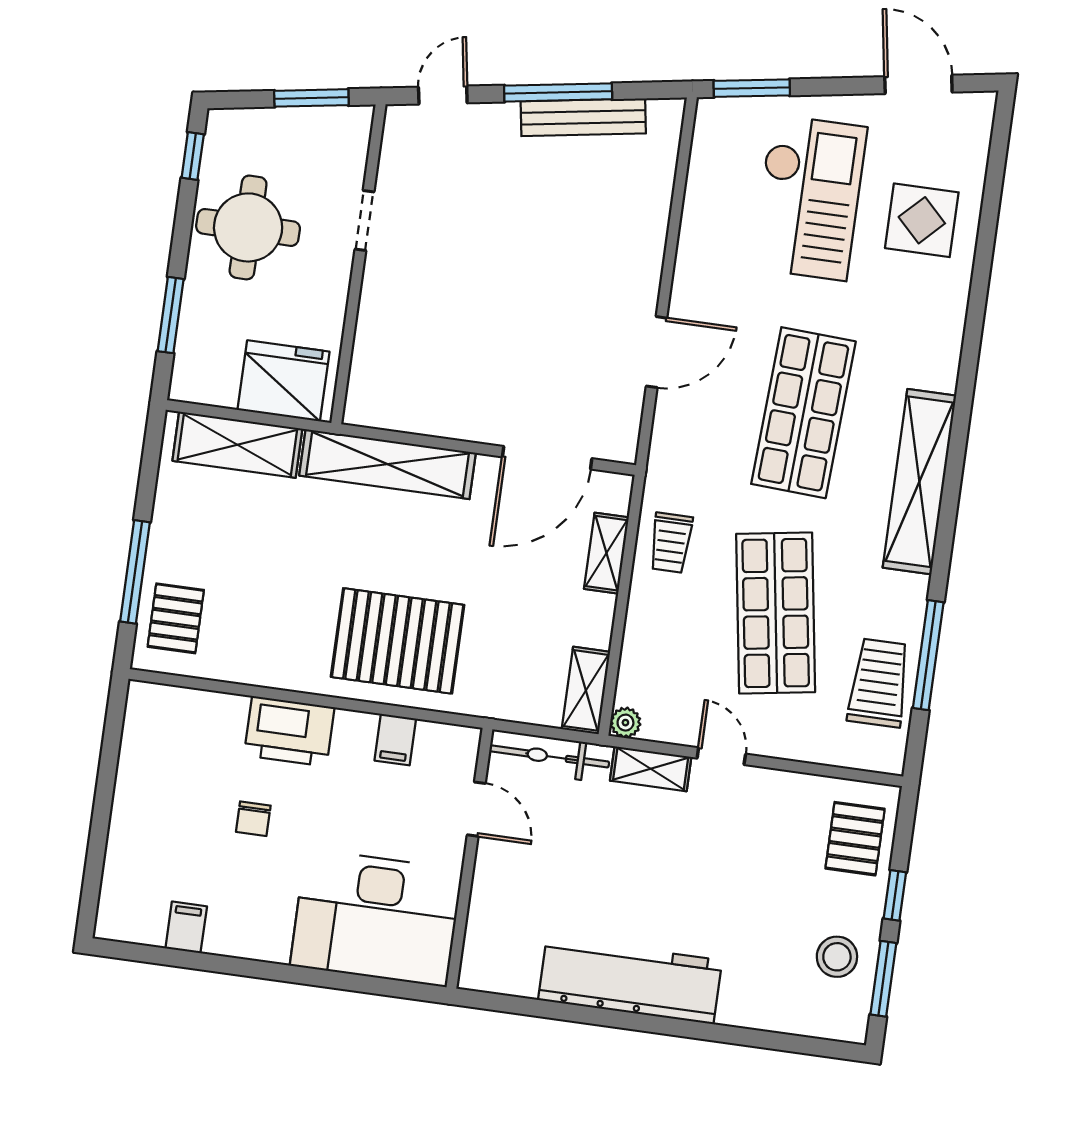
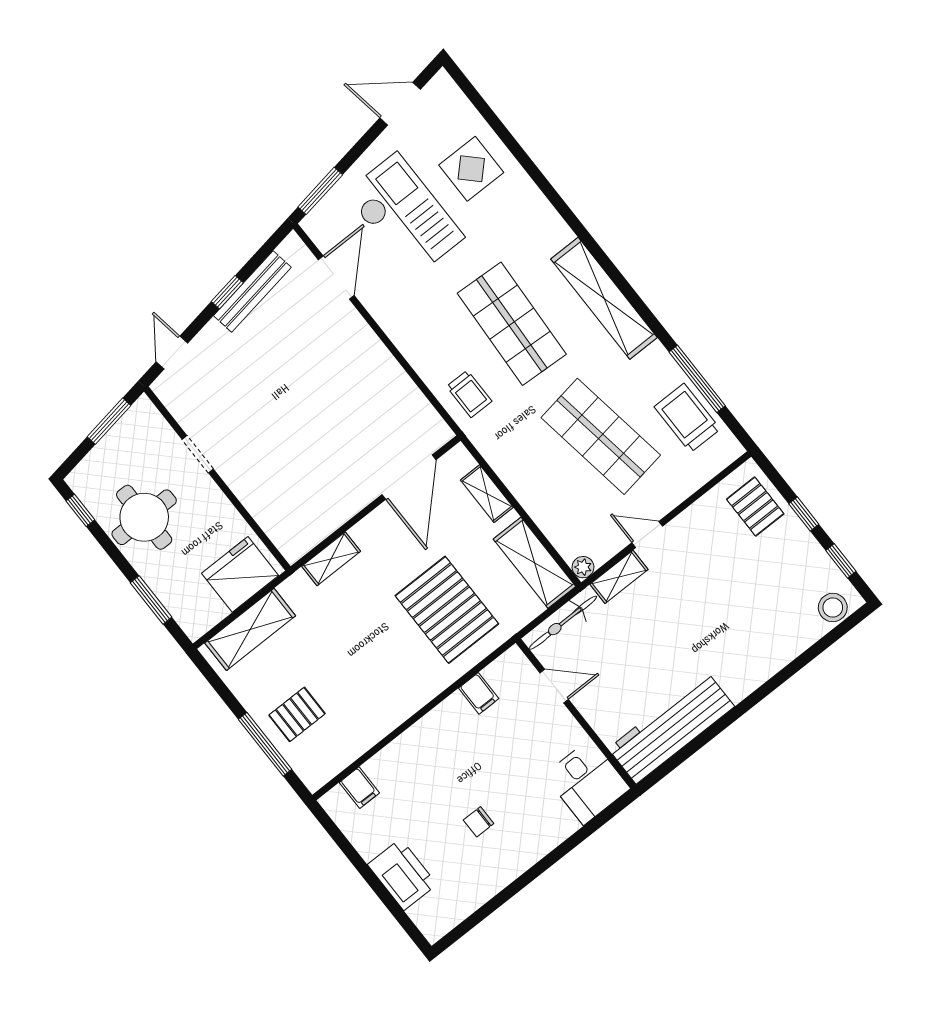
window: (558, 92) -> (227, 292), width x0.46
door: (657, 352) -> (336, 278), moved
shelving: (387, 464) -> (331, 559), width x0.45, depth x0.75
trolley: (671, 543) -> (469, 394), moved
pallet: (176, 618) -> (297, 714), moved, turned 90
pallet: (398, 641) -> (447, 610), moved, turned 90
shelving: (586, 690) -> (535, 563), width x1.50, depth x1.33
printer: (289, 731) -> (402, 874), moved, turned -90
chair: (253, 819) -> (479, 822), moved, turned 90
desk: (376, 918) -> (587, 782), width x0.53, depth x0.77
filing cabinet: (186, 927) -> (359, 788), moved, turned 180
stool: (837, 957) -> (833, 608), moved
window: (883, 979) -> (841, 561), width x0.67
workbench: (630, 980) -> (671, 728), moved

